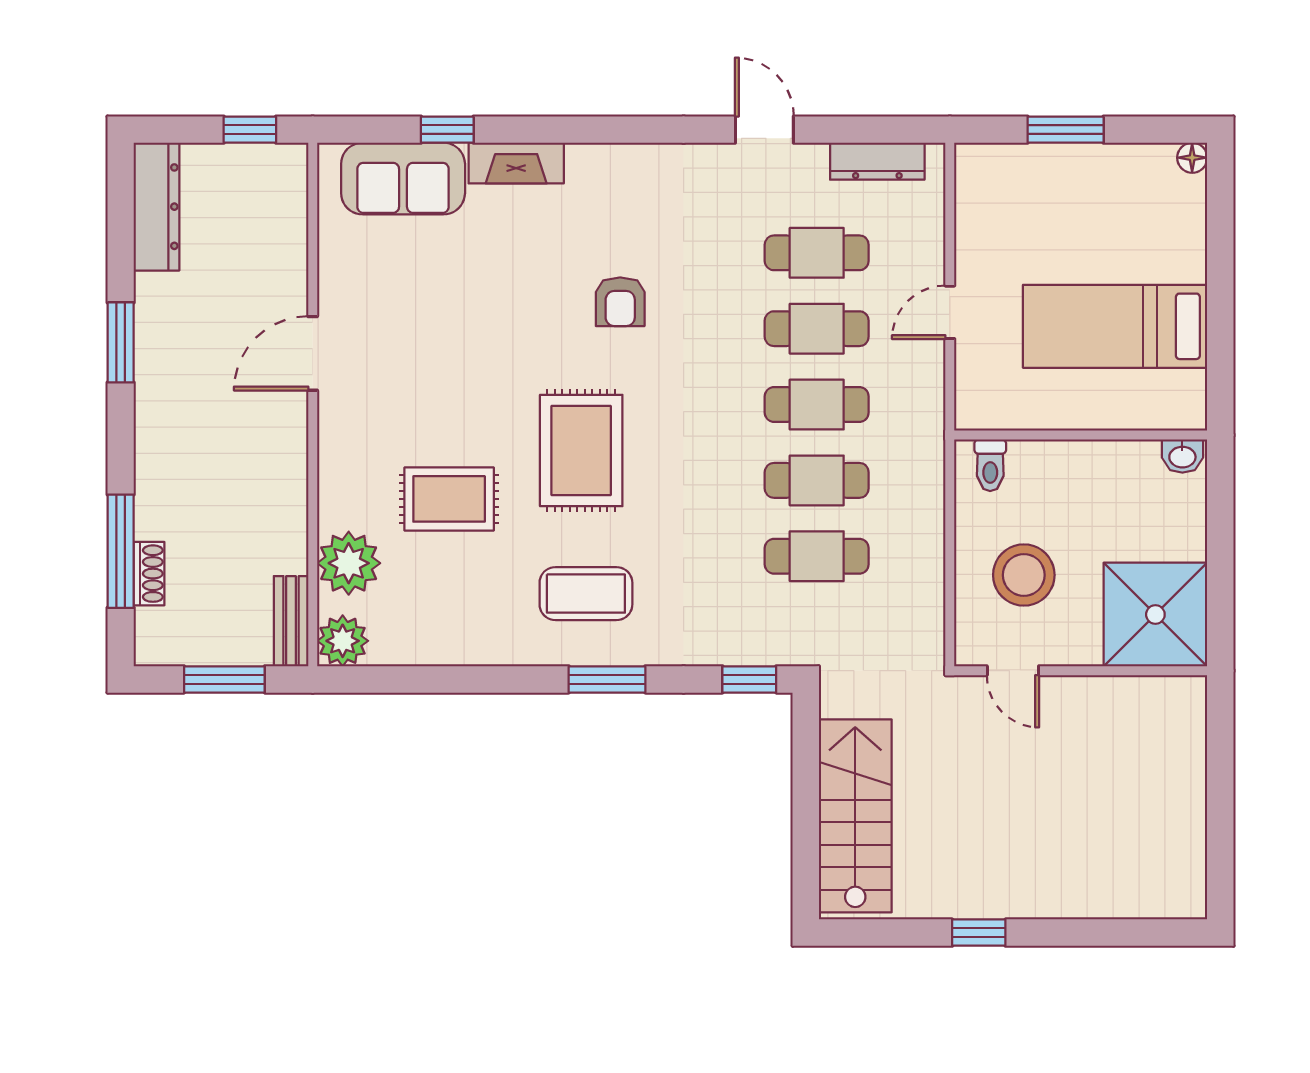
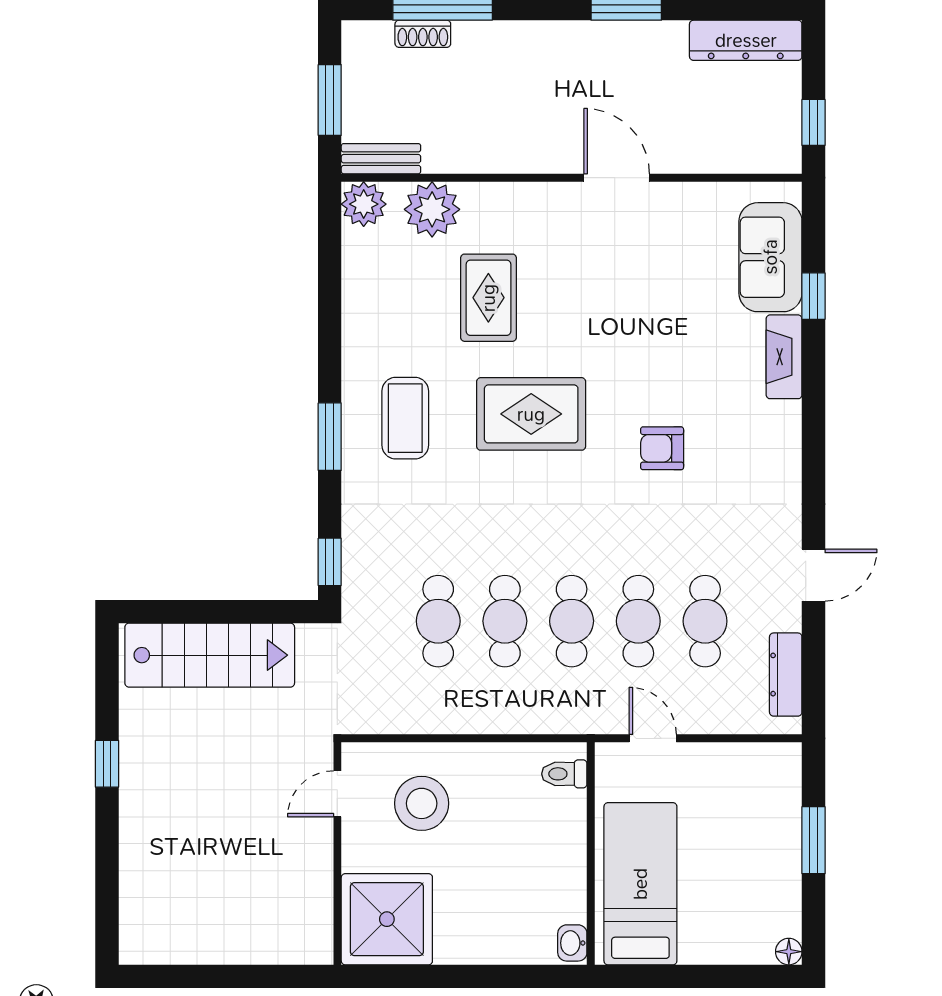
wall: (1081, 435) -> (591, 853), moved
washbasin: (1182, 456) -> (572, 943), moved
toilet: (990, 465) -> (564, 774), moved

